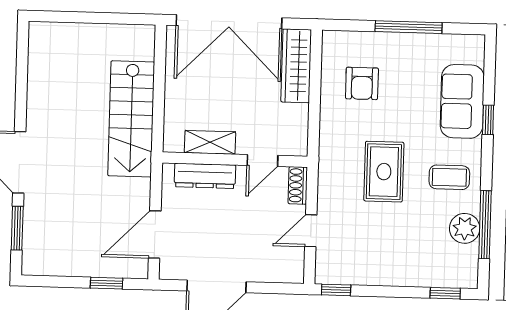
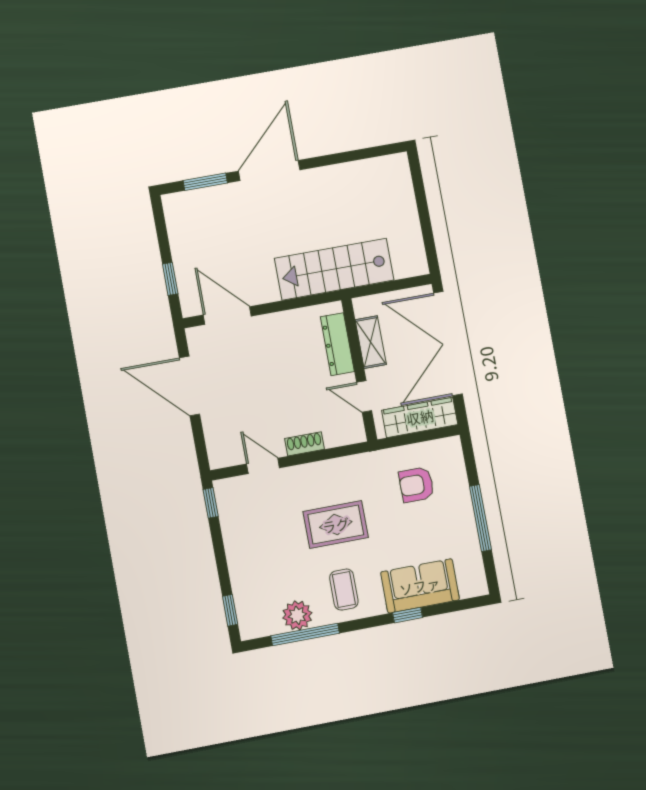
shelving: (210, 142) -> (371, 342), moved
wall: (235, 160) -> (359, 370), moved
door: (262, 160) -> (364, 397), moved
dresser: (205, 176) -> (337, 344), moved

